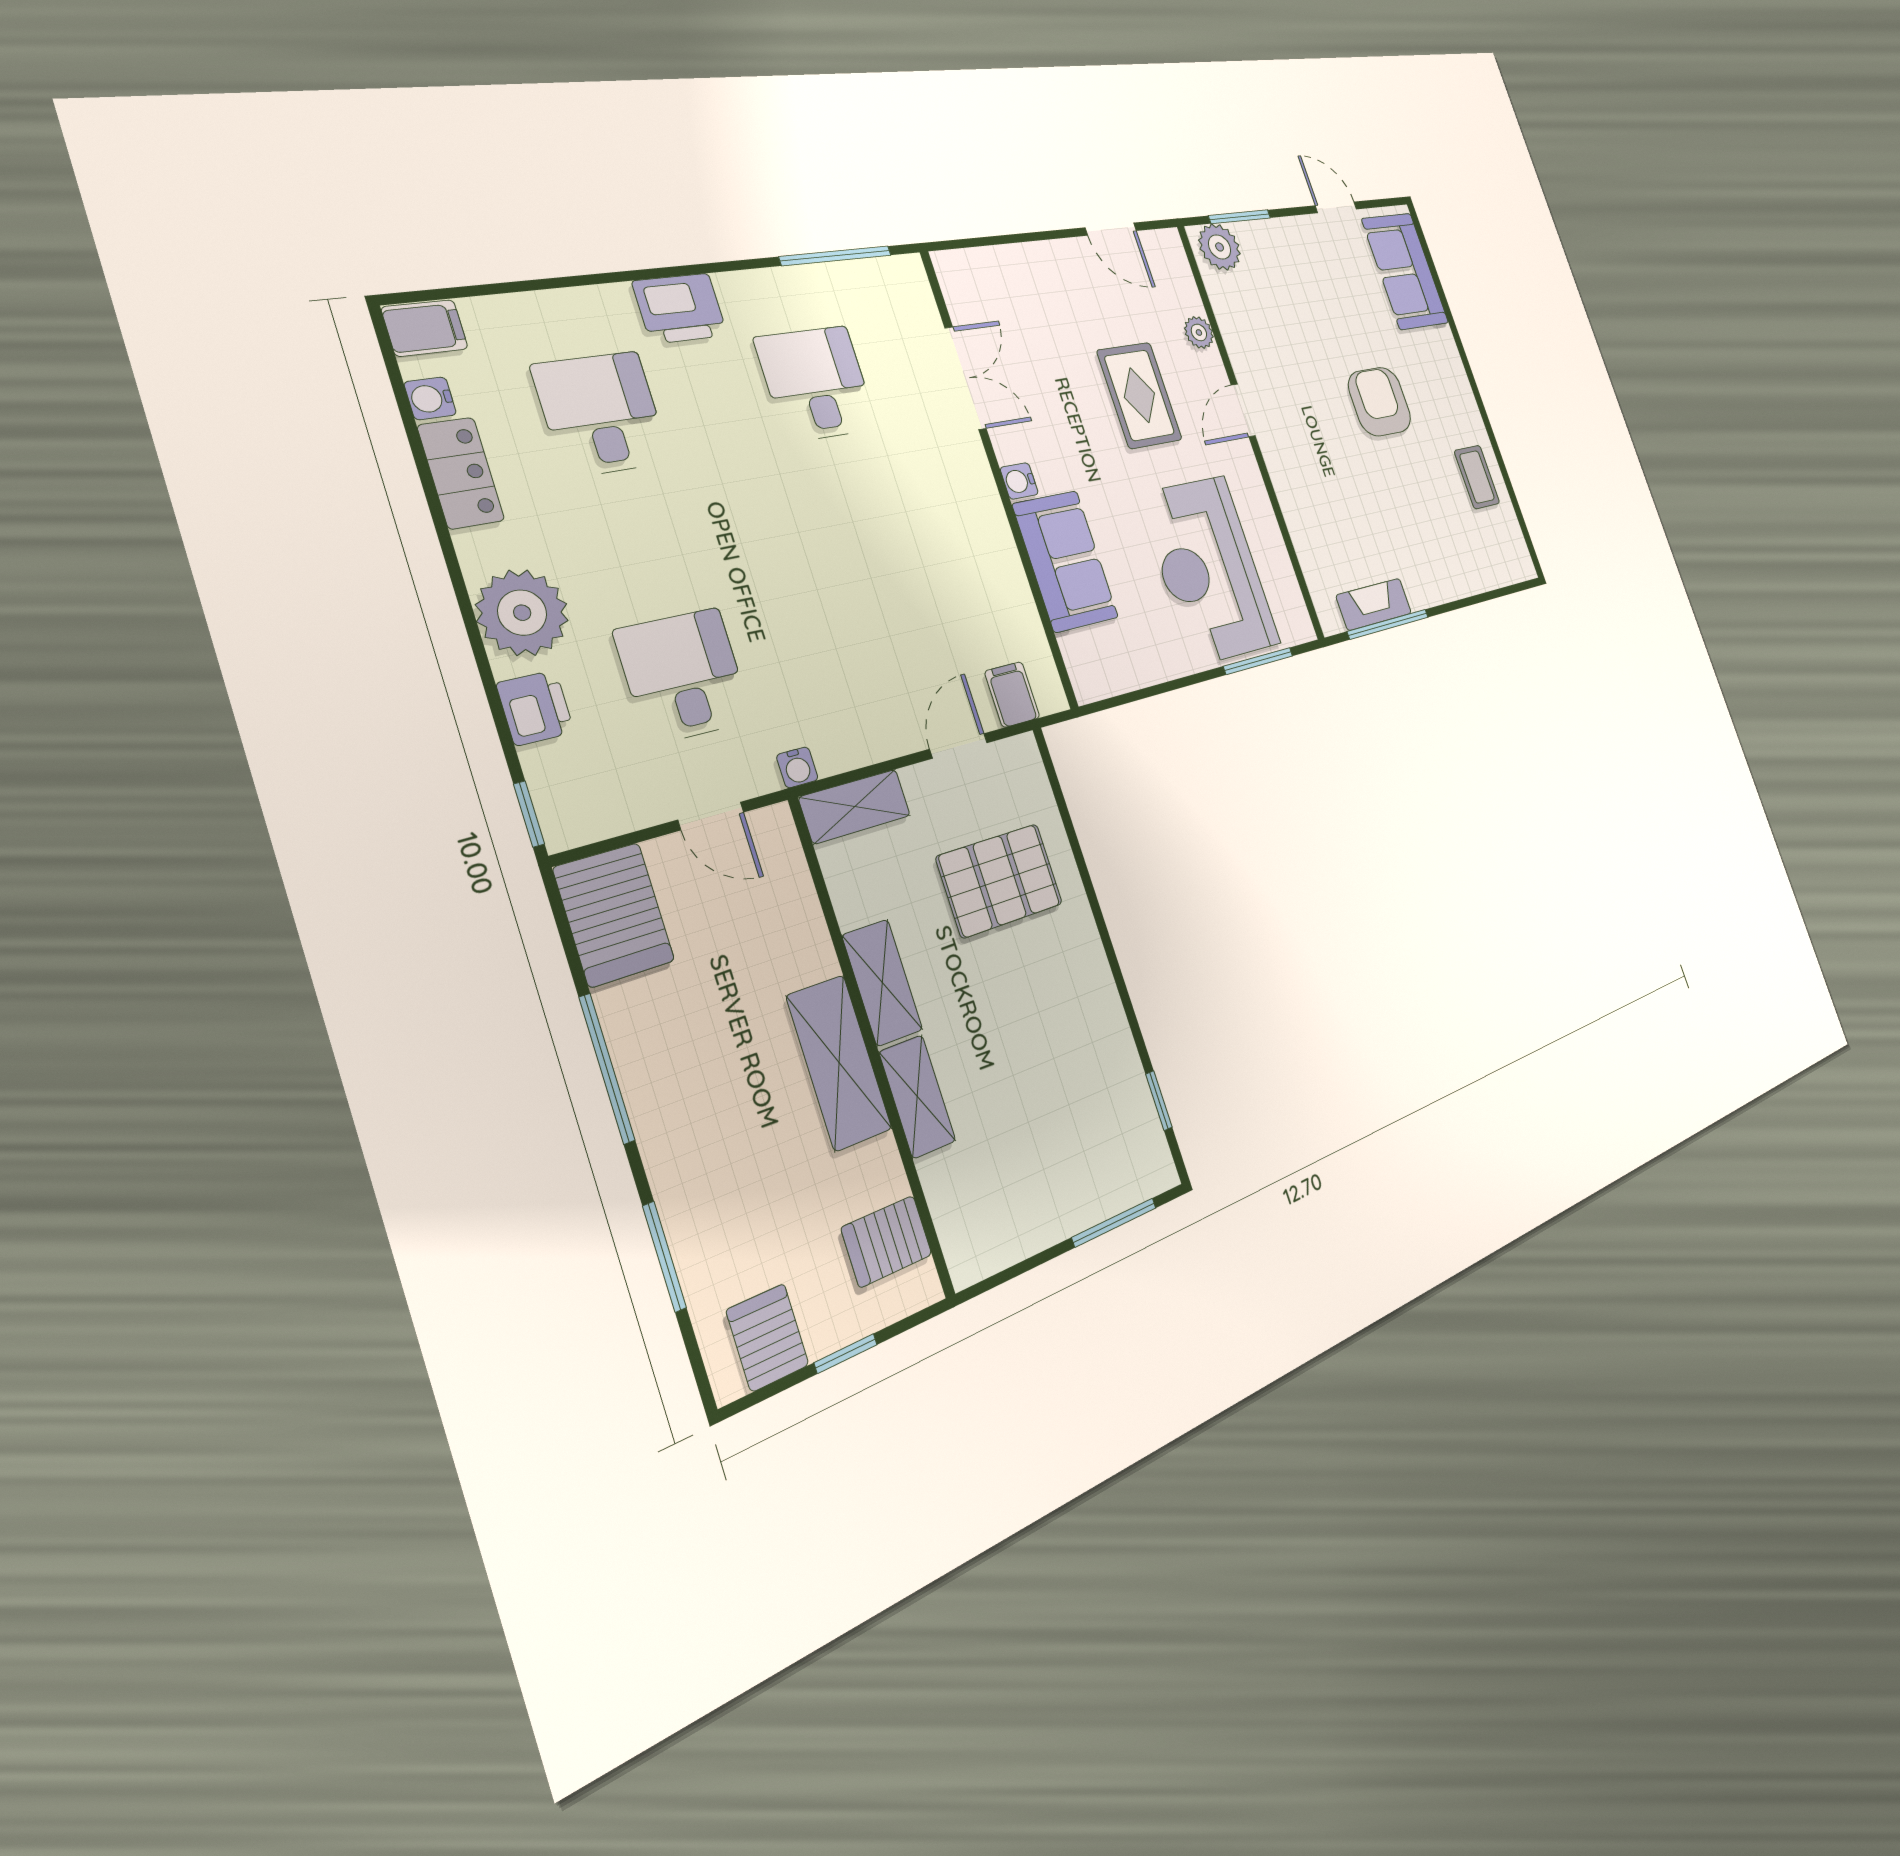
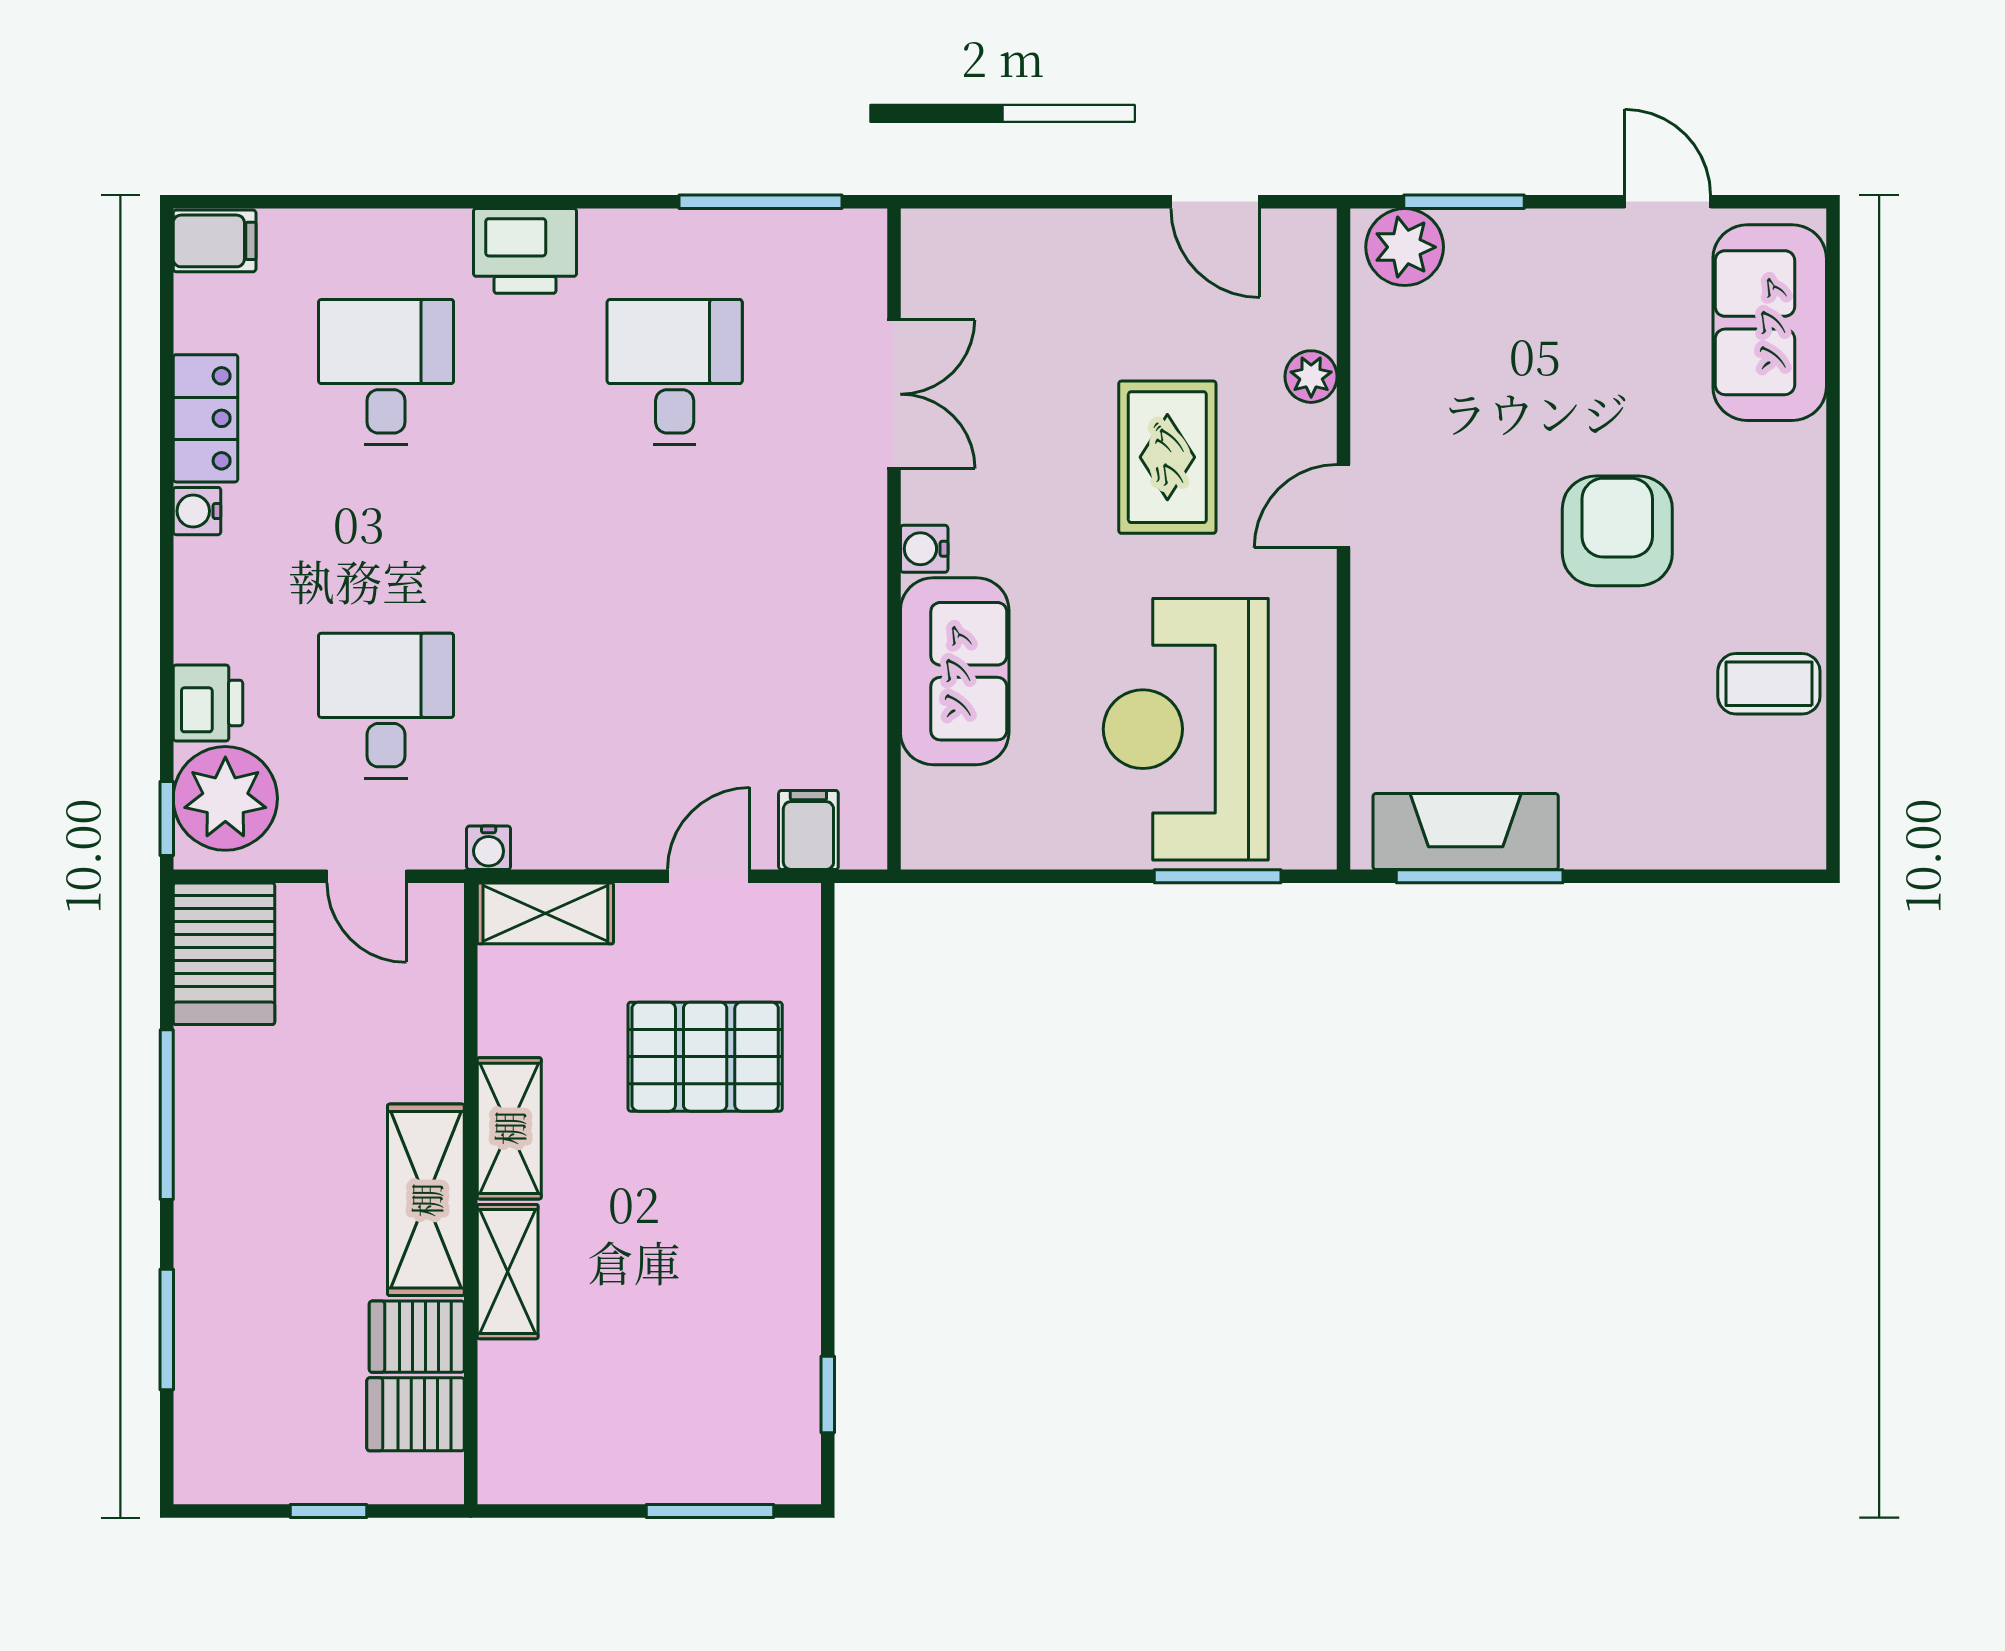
water cooler: (430, 398) -> (197, 511), moved
coffee table: (1477, 477) -> (1769, 684), turned 90
fireplace: (1374, 604) -> (1466, 832), width x1.37, depth x1.32
plant: (522, 613) -> (225, 798), moved
server rack: (768, 1338) -> (417, 1337), moved, turned -90

